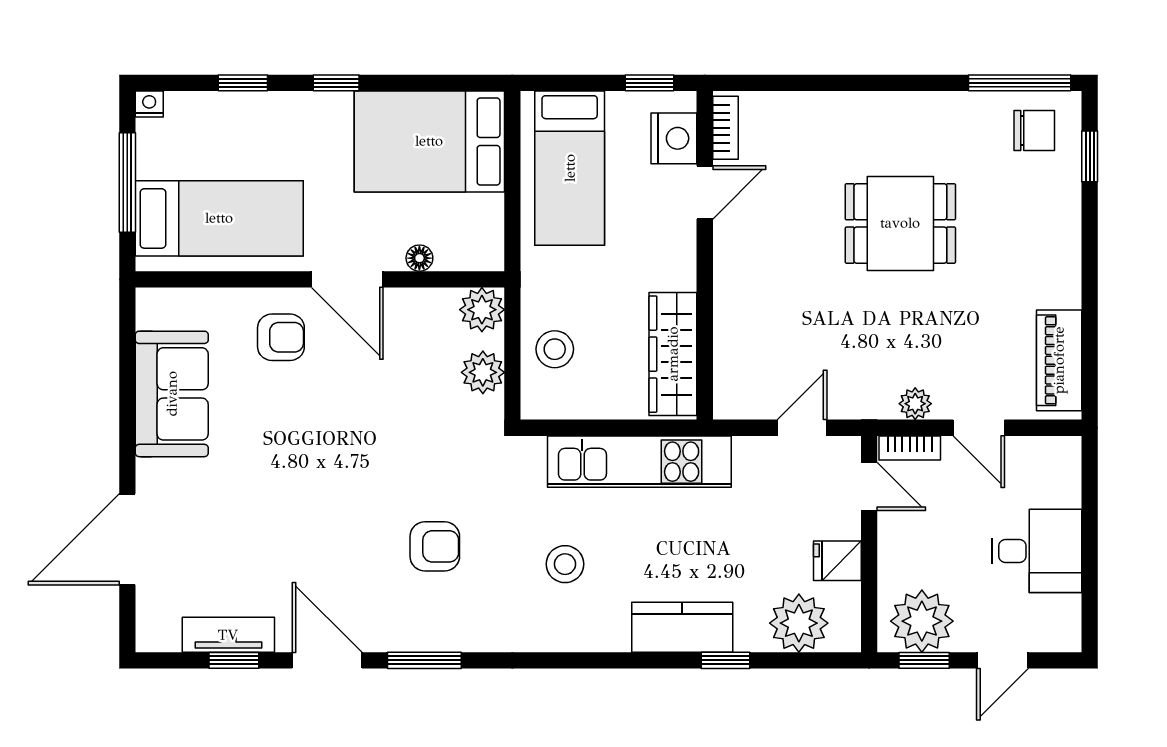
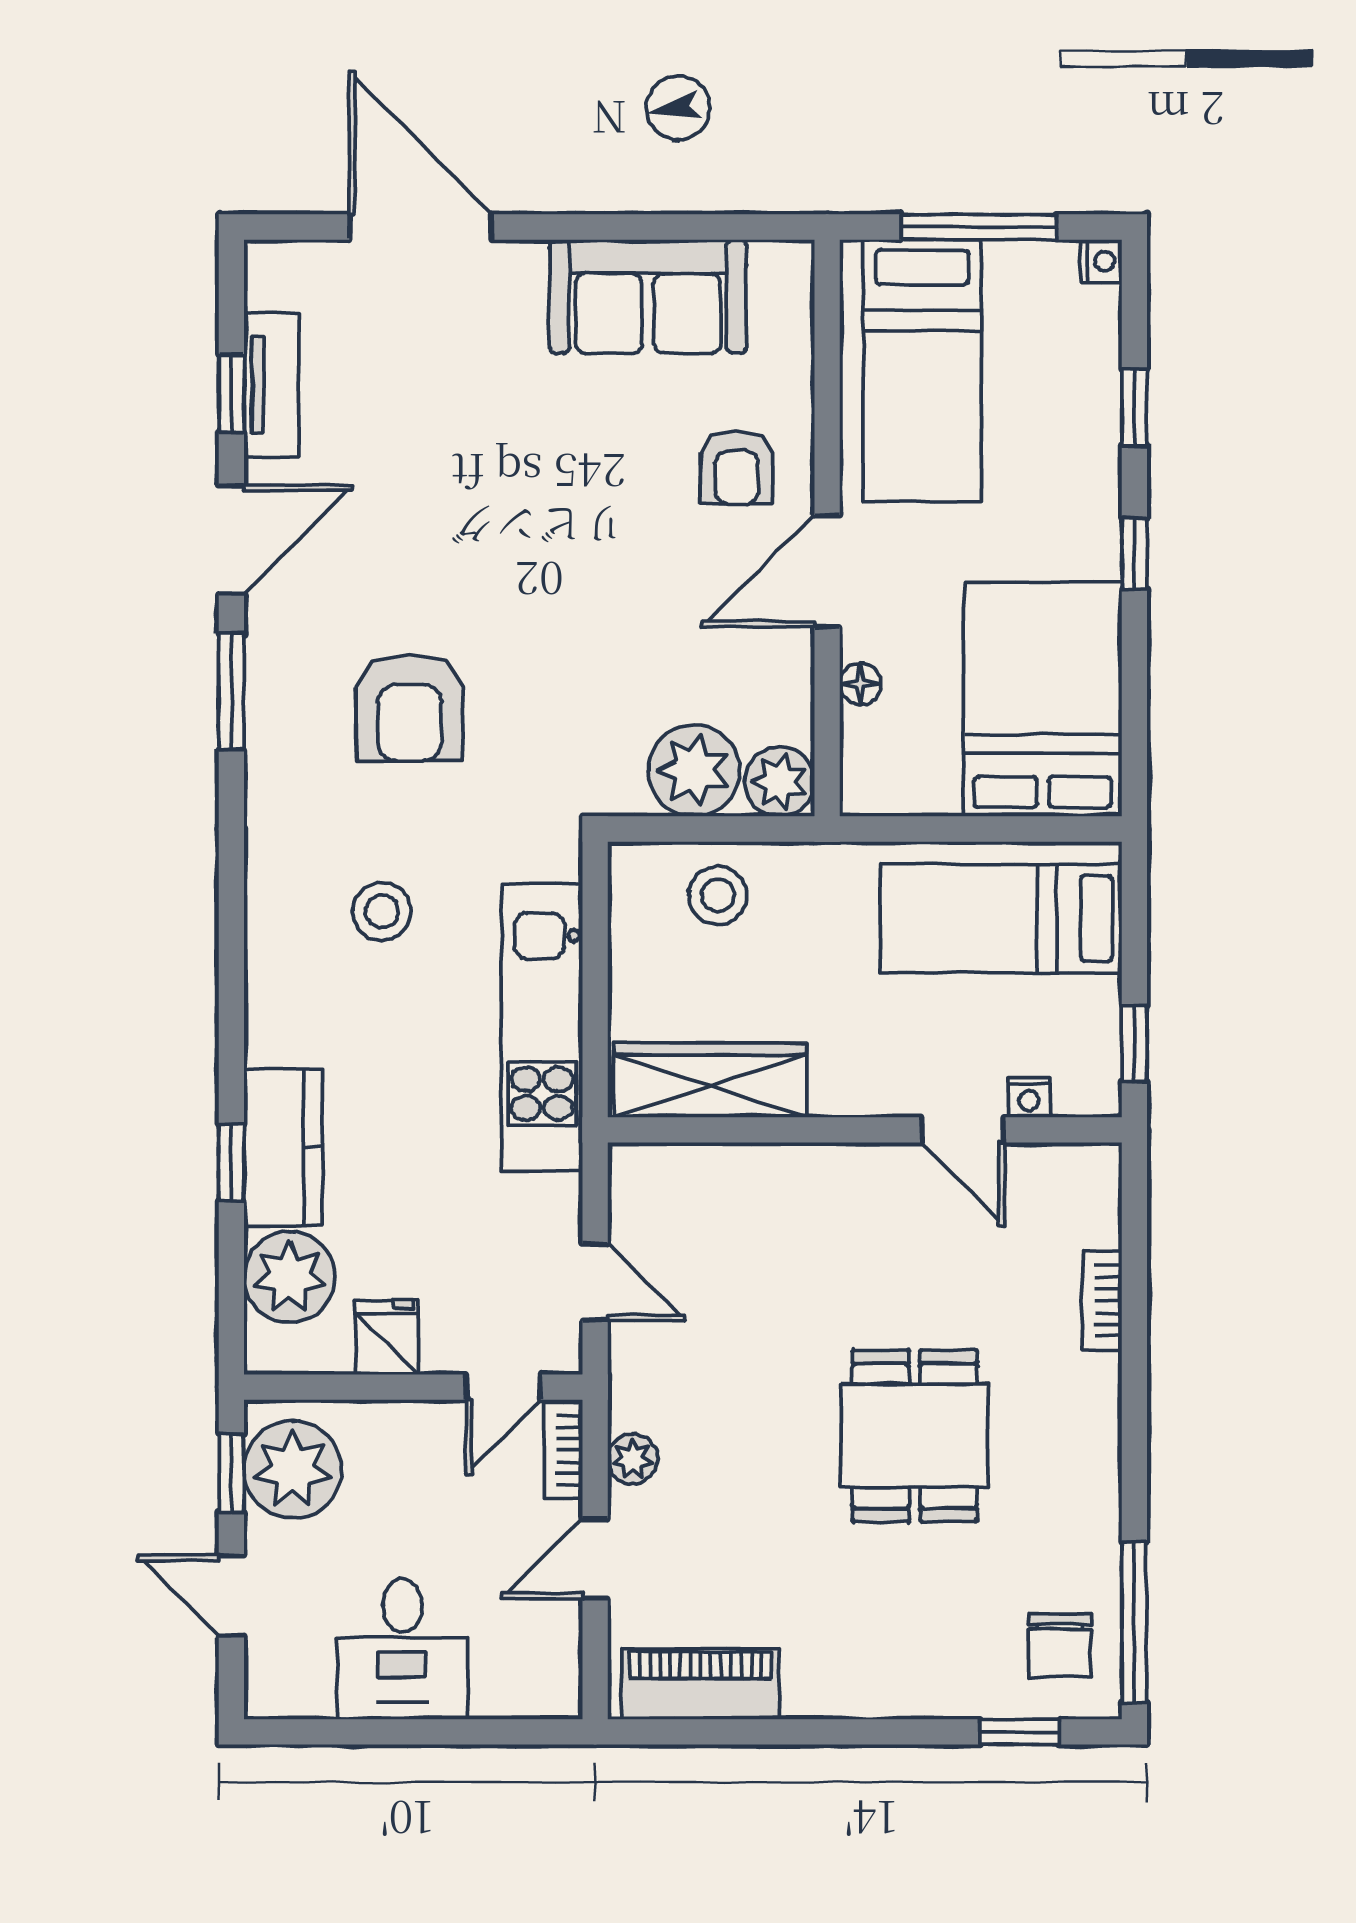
bookcase: (725, 128) -> (1102, 1301), moved, turned 90
nightstand: (674, 138) -> (1029, 1097), width x0.53, depth x0.56
plant: (483, 372) -> (694, 771), width x1.36, depth x1.36
armchair: (435, 546) -> (410, 708), width x1.38, depth x1.38
kitchen counter: (682, 627) -> (283, 1148), moved

